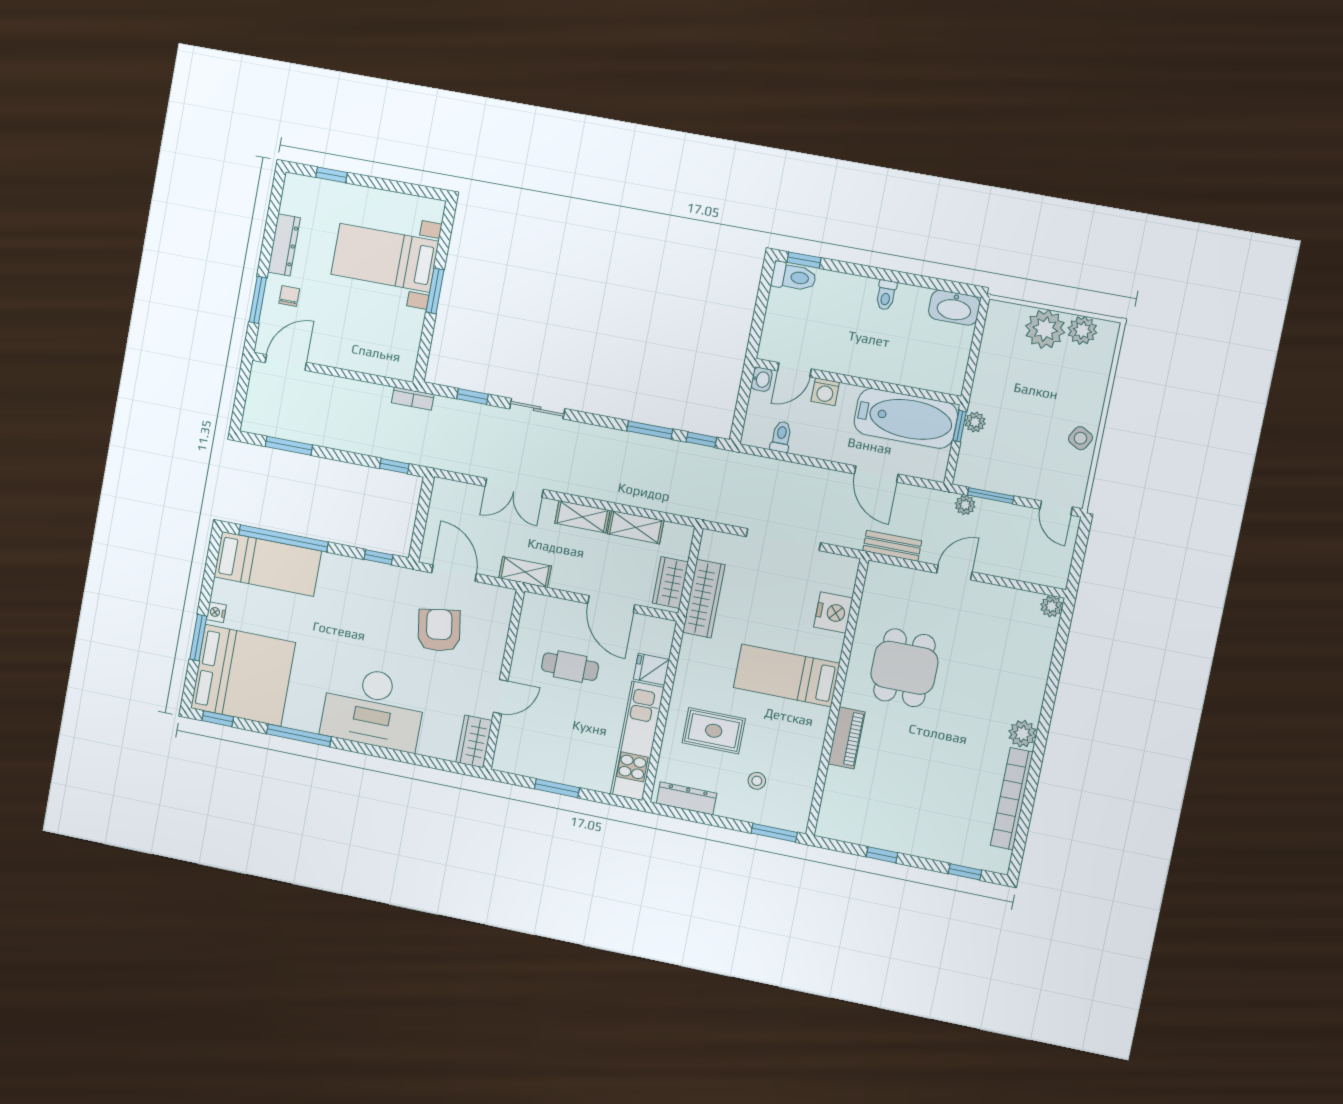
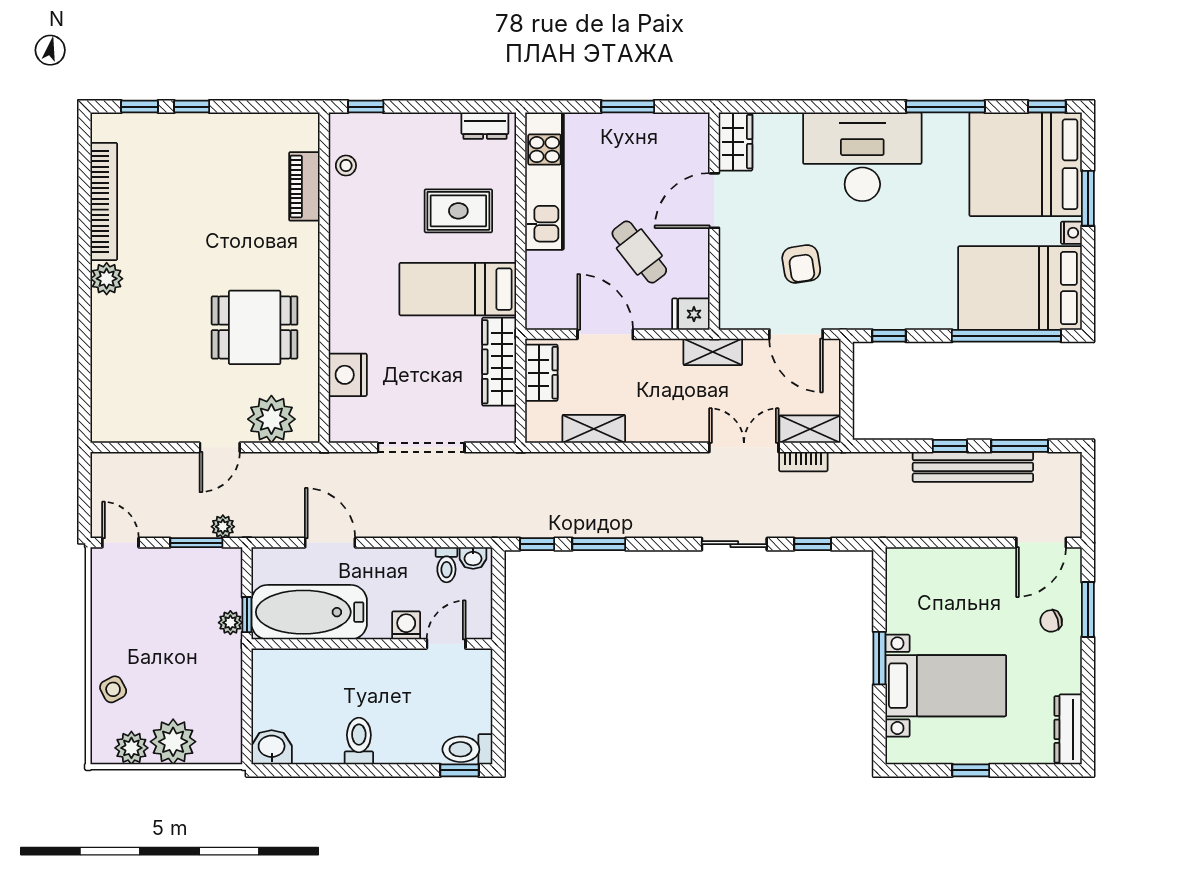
window: (332, 175) -> (971, 770), moved
dresser: (284, 245) -> (1068, 729), moved
toilet: (886, 295) -> (359, 741), width x1.37, depth x1.39
chair: (289, 296) -> (1051, 621), turned 73
washbasin: (954, 308) -> (272, 747), width x0.72
washbasin: (761, 379) -> (473, 558), moved, turned -90
bookcase: (413, 399) -> (803, 462), moved, turned 180
side table: (1080, 438) -> (113, 689), moved, turned 33
window: (394, 466) -> (950, 446), moved
shelving: (582, 517) -> (810, 429), moved
bench: (892, 546) -> (973, 467), moved, width x1.86, depth x1.21
bed: (268, 564) -> (1020, 288), width x1.50
plant: (1052, 606) -> (271, 419), moved, width x1.87, depth x1.87
armchair: (439, 630) -> (801, 264), width x0.72, depth x0.72
cafe table: (570, 667) -> (639, 252), turned 52
dining table: (904, 668) -> (255, 327), turned 90
fridge: (652, 669) -> (691, 314), moved, turned 180
bed: (786, 675) -> (458, 289), moved, turned 180
door: (501, 697) -> (714, 201), width x1.38
piano: (847, 738) -> (304, 186), moved
stool: (757, 781) -> (346, 166), moved
dresser: (686, 798) -> (485, 126), width x0.70
window: (774, 833) -> (366, 107), width x0.67
window: (882, 855) -> (192, 107), moved

